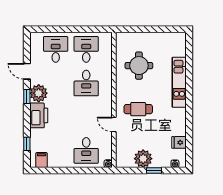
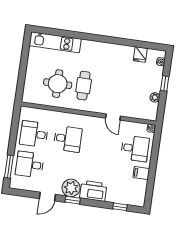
window: (51, 29) -> (9, 167), added
kitchen unit: (179, 82) -> (55, 42), moved
cafe table: (138, 109) -> (84, 86), moved
door: (114, 124) -> (113, 117), hinge flipped
plant: (143, 159) -> (155, 97), width x0.53, depth x0.53
filing cabinet: (42, 160) -> (141, 173), moved

